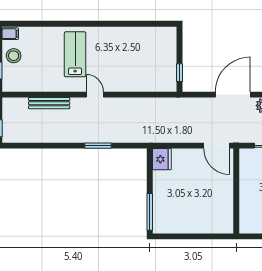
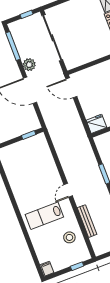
stool: (14, 56) -> (69, 237), moved
door: (217, 146) -> (71, 88), swing flipped

